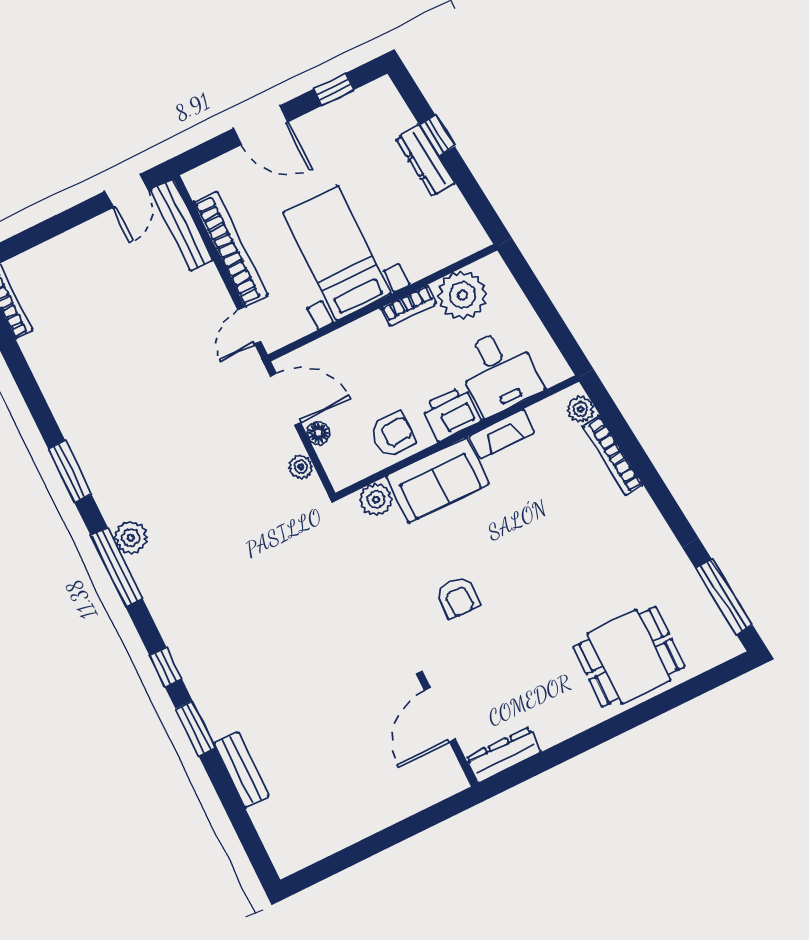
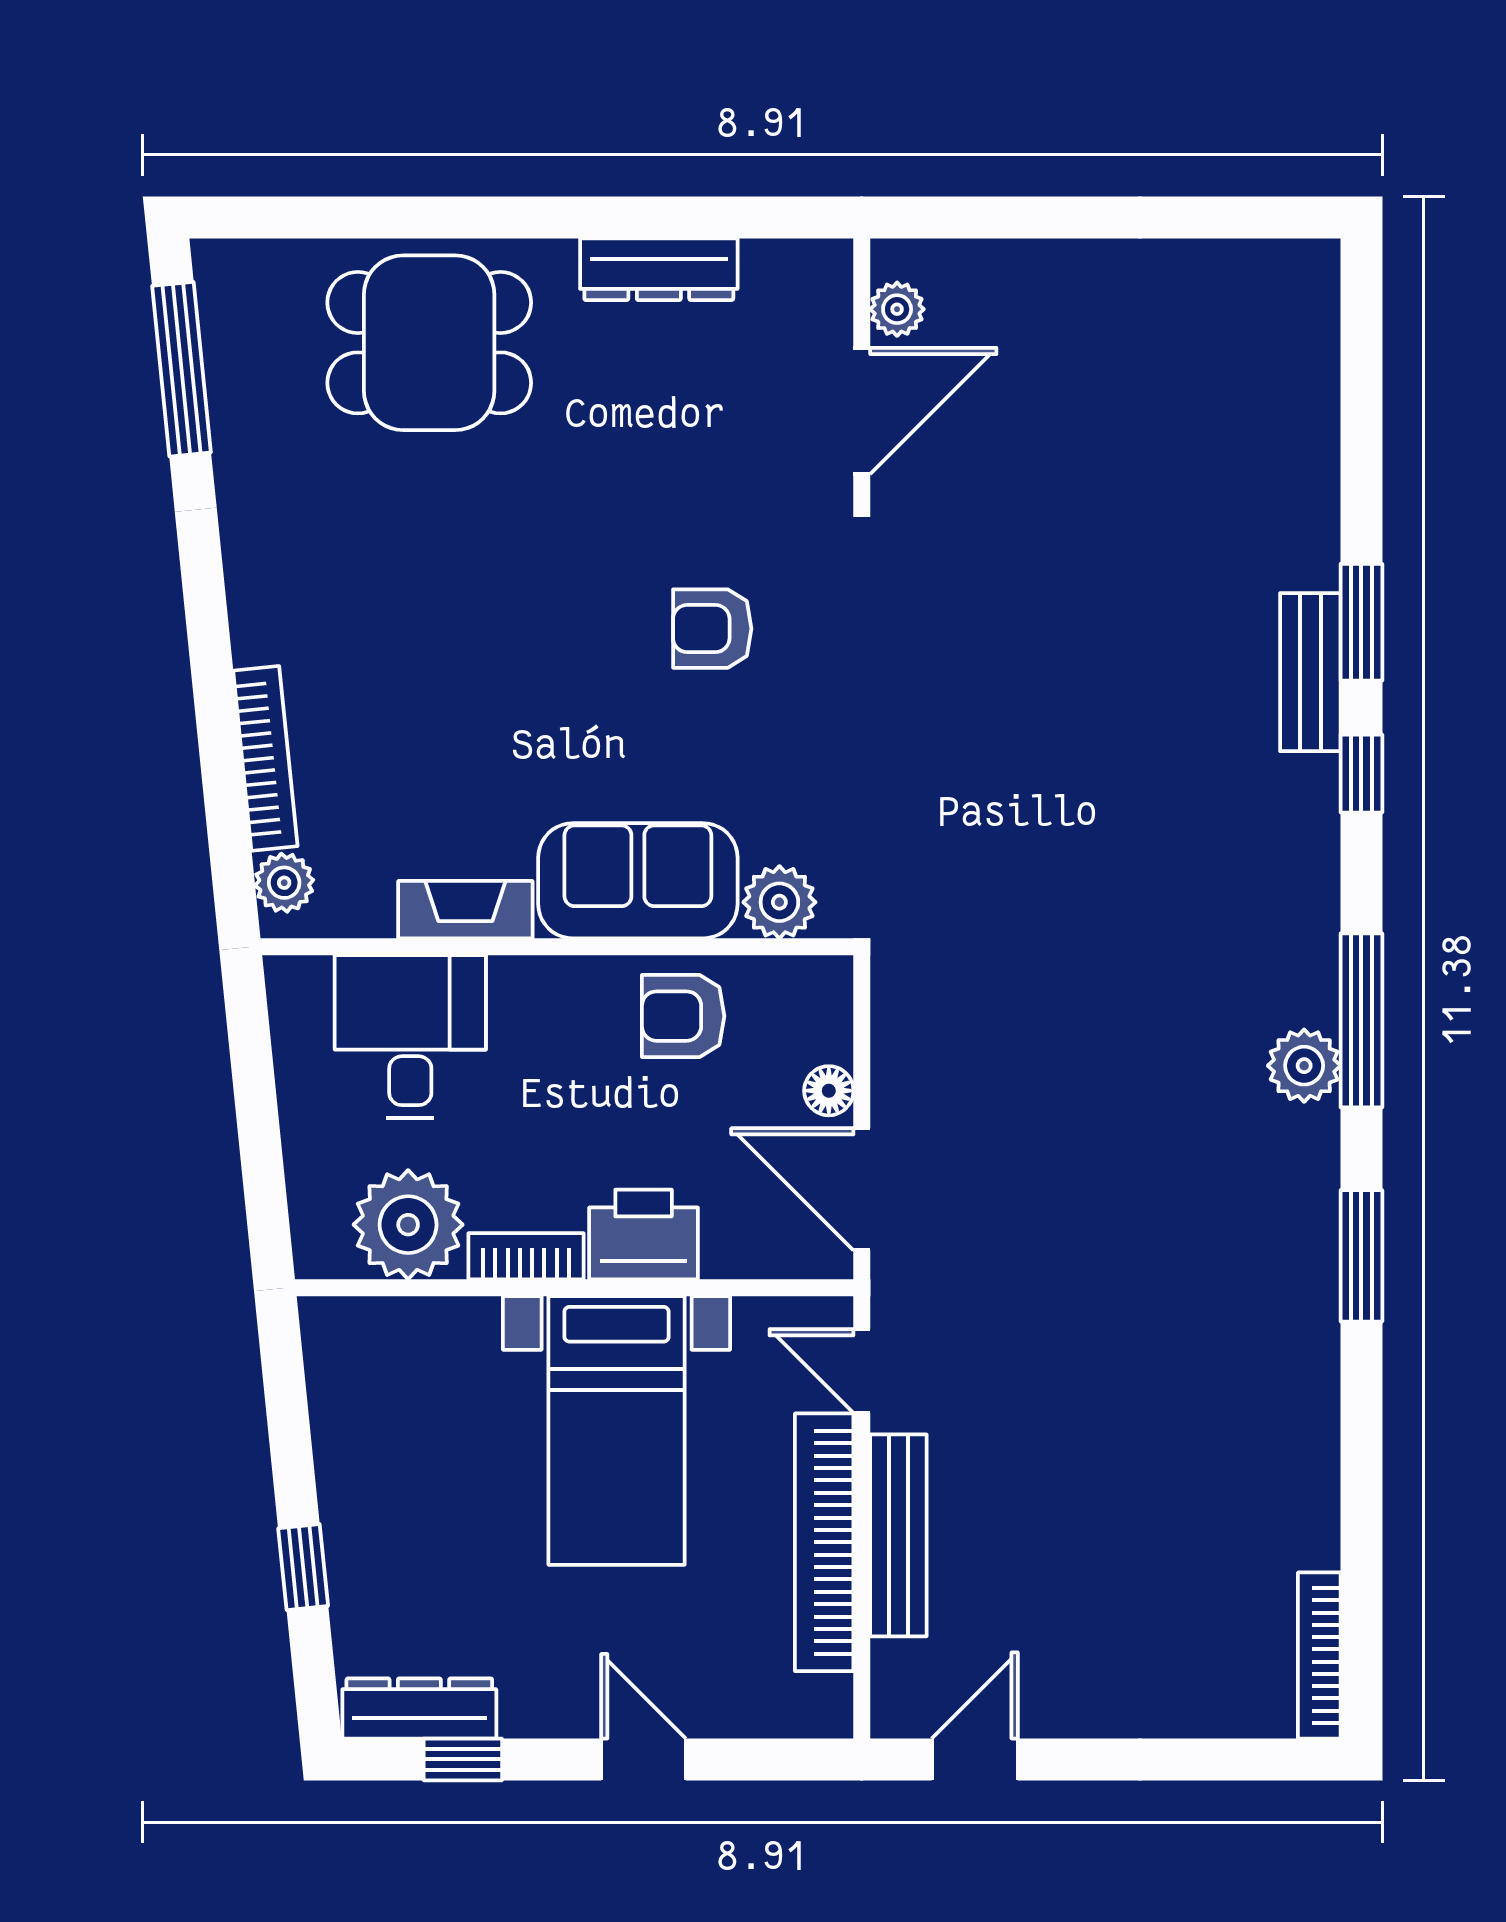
door: (261, 125) -> (644, 1759), width x0.73
dresser: (425, 161) -> (419, 1708), moved, turned -84
bench: (182, 225) -> (898, 1535), moved
door: (249, 326) -> (862, 1371), swing flipped
printer: (451, 413) -> (644, 1234), moved, turned 180
plant: (301, 467) -> (897, 309), moved
armchair: (457, 597) -> (712, 629), turned -90
dresser: (503, 755) -> (659, 269), moved
bench: (242, 770) -> (1310, 672), moved

